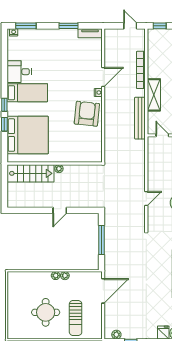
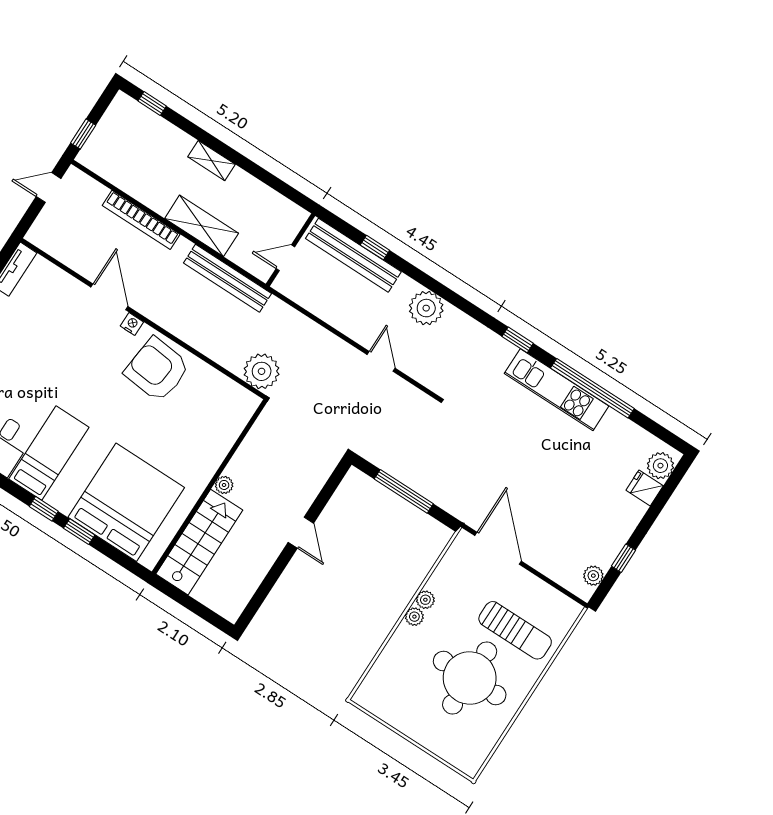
plant: (112, 155) -> (262, 371), added
round table: (46, 312) -> (470, 678), width x1.36, depth x1.36

